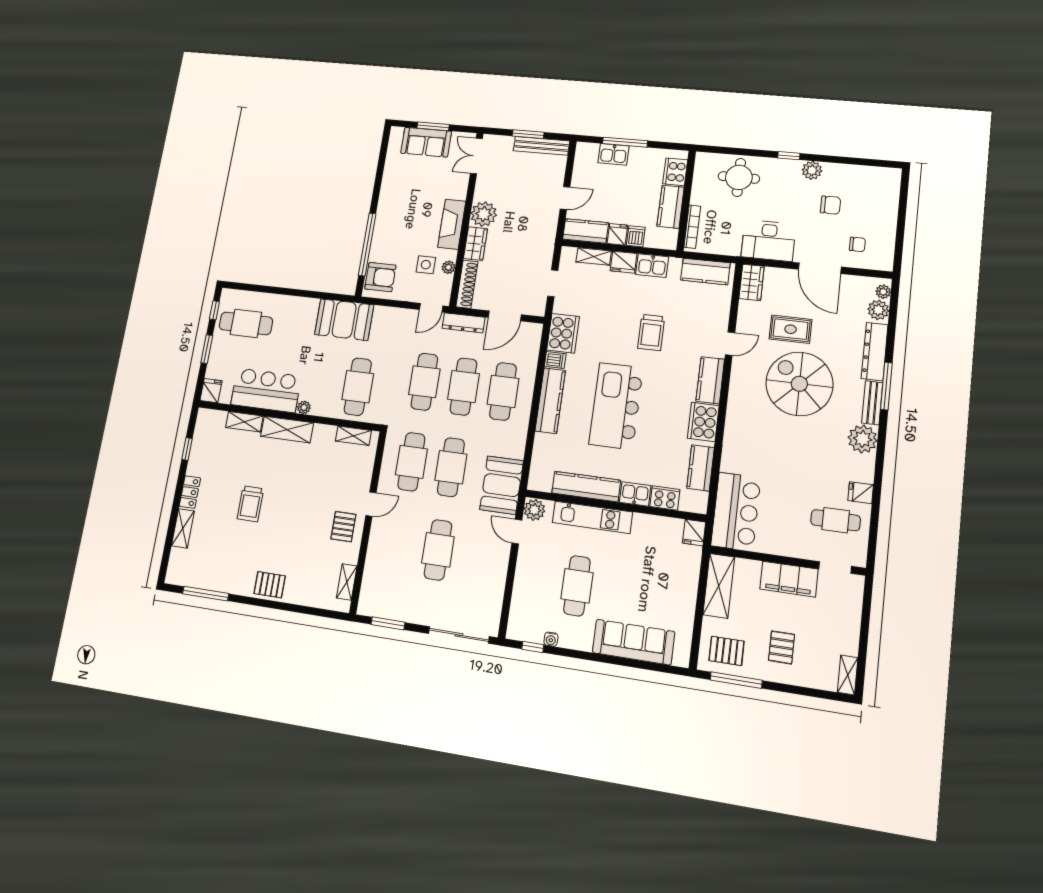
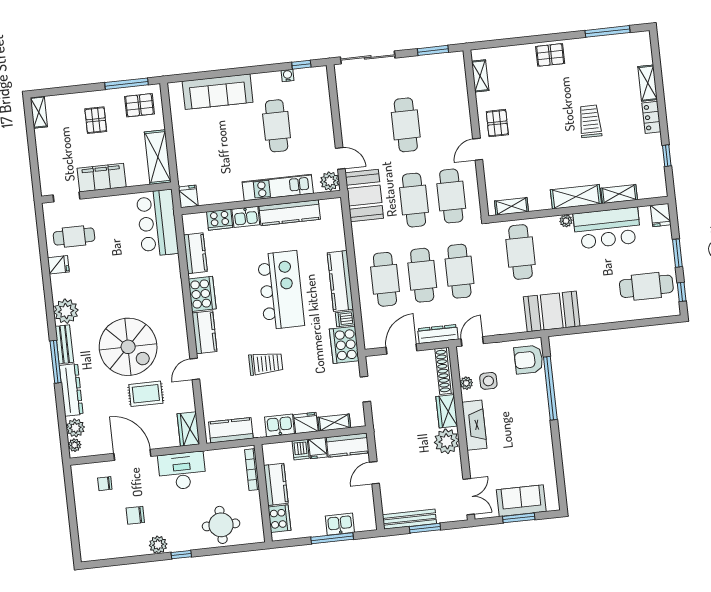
trolley: (651, 332) -> (266, 363), turned 90

